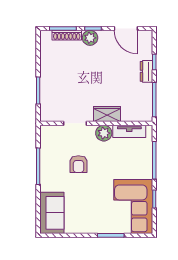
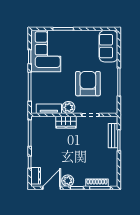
door: (126, 29) -> (52, 188), hinge flipped
plant: (90, 38) -> (68, 181), moved
dresser: (146, 71) -> (36, 176), moved
bench: (46, 96) -> (113, 136), added
armchair: (78, 164) -> (88, 84), width x1.88, depth x1.88

